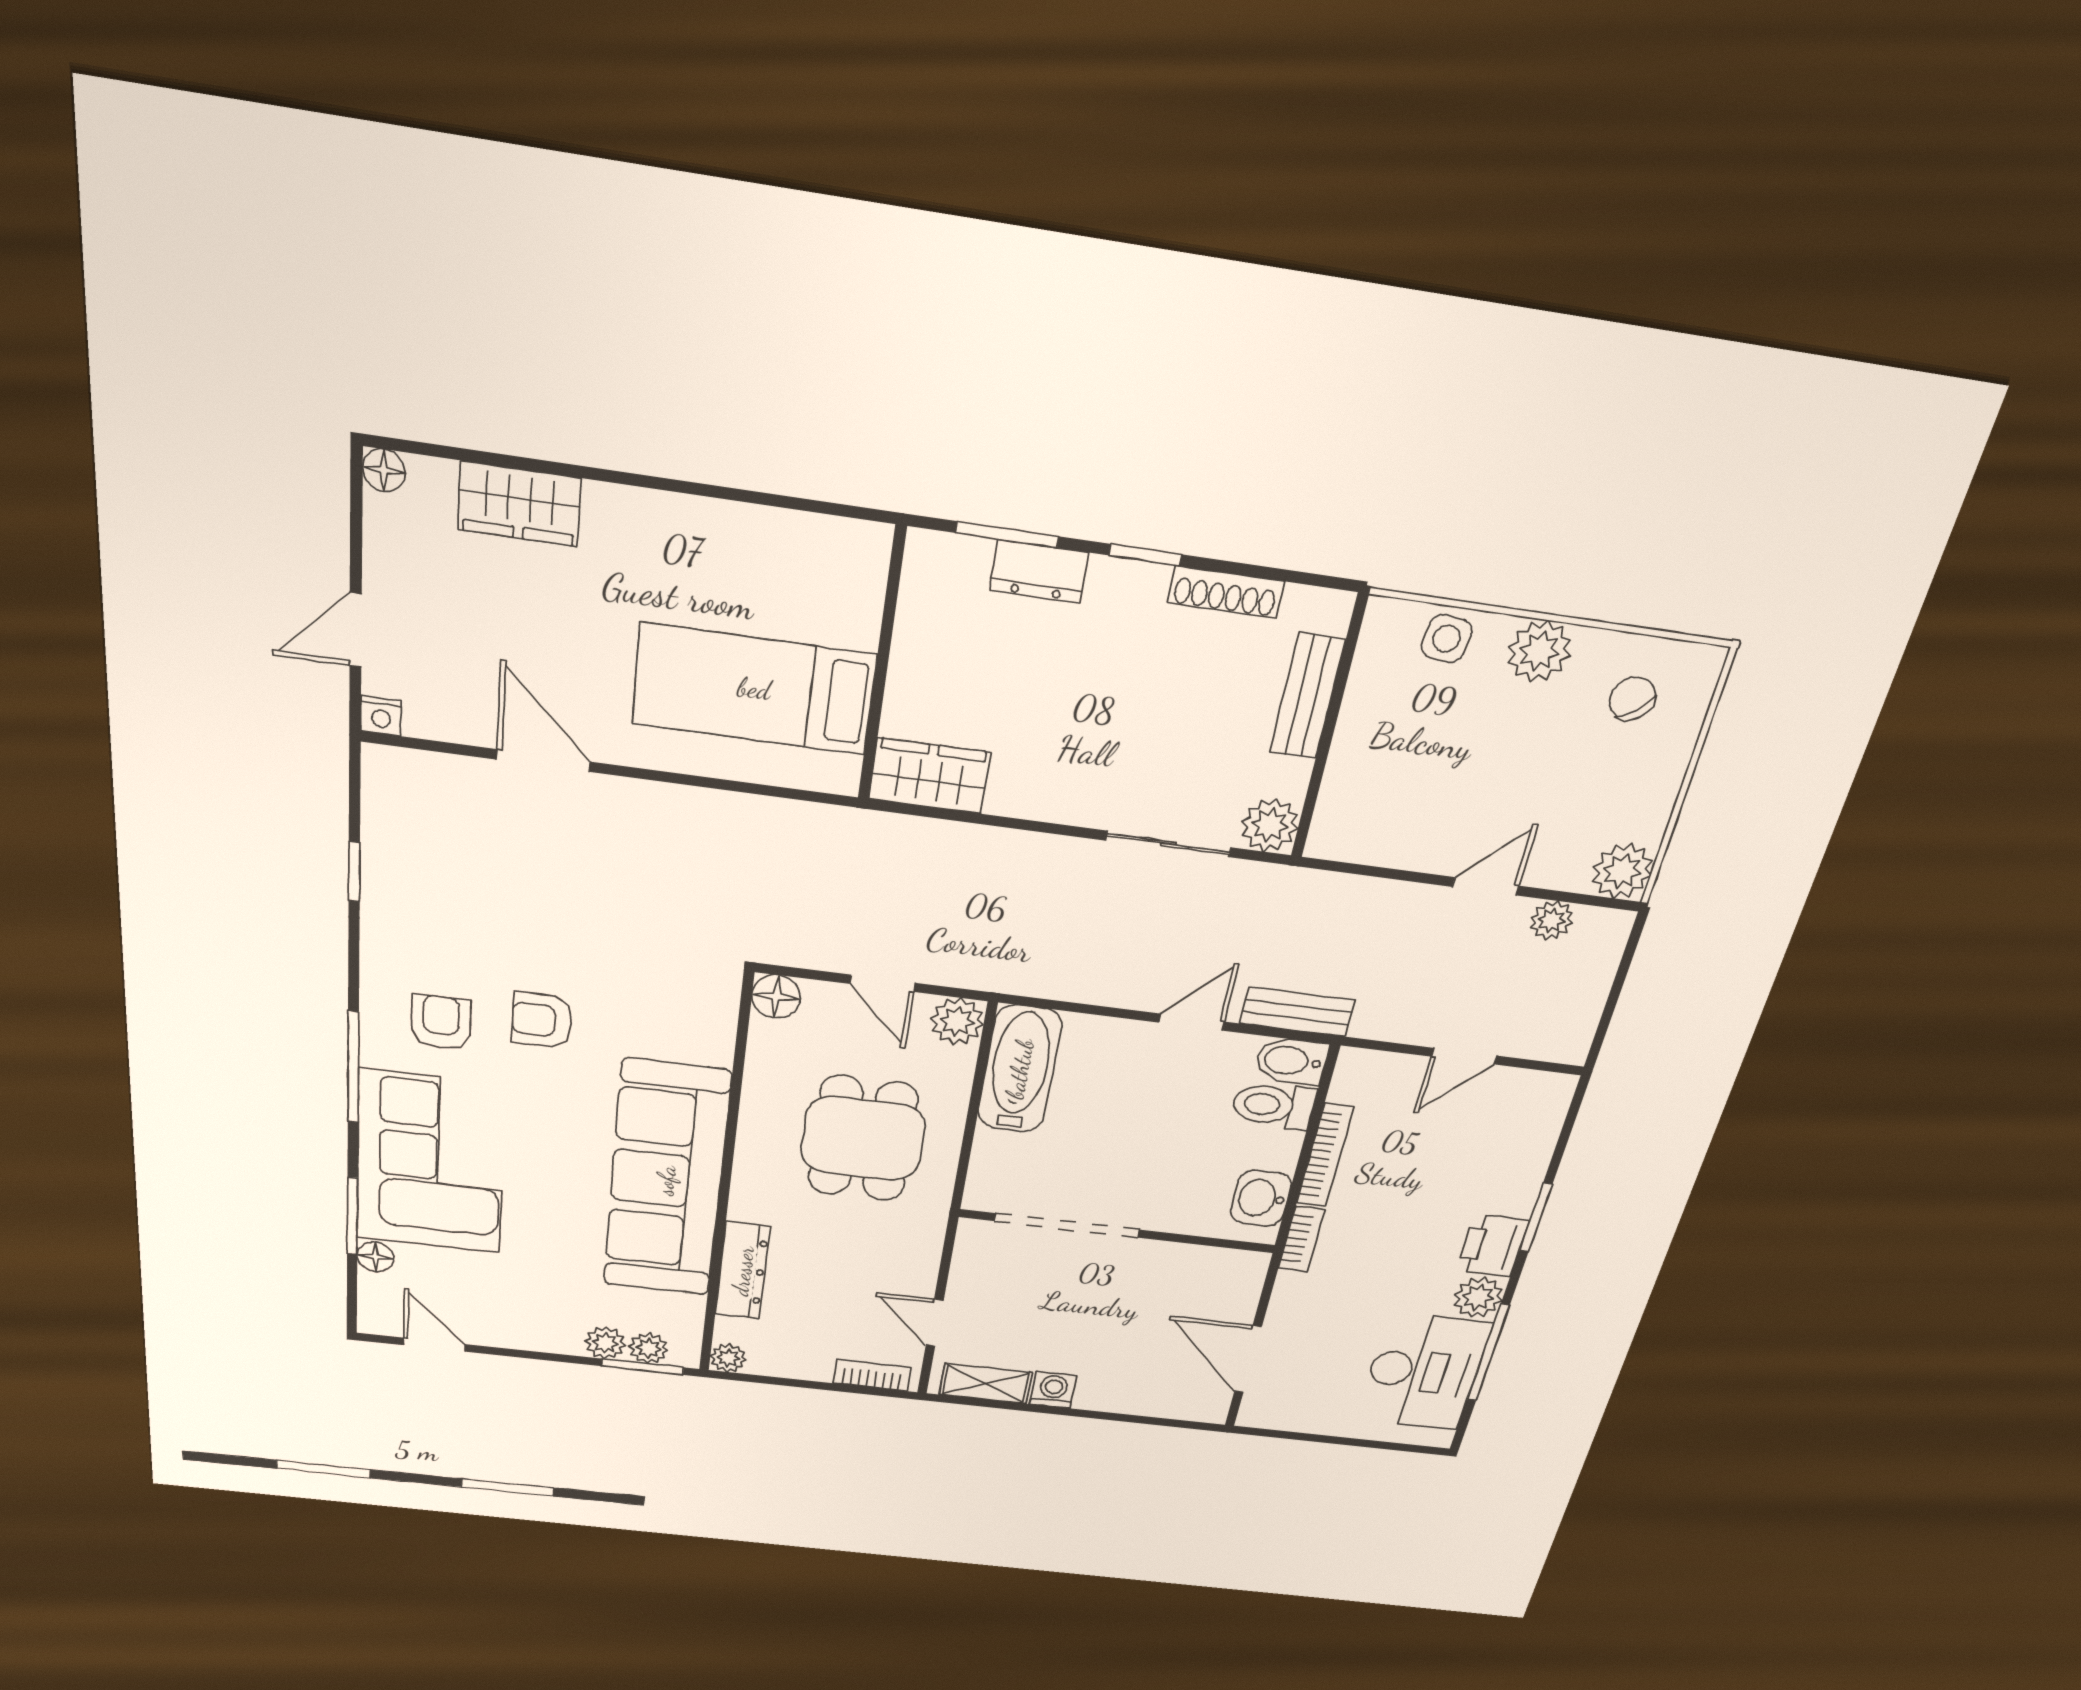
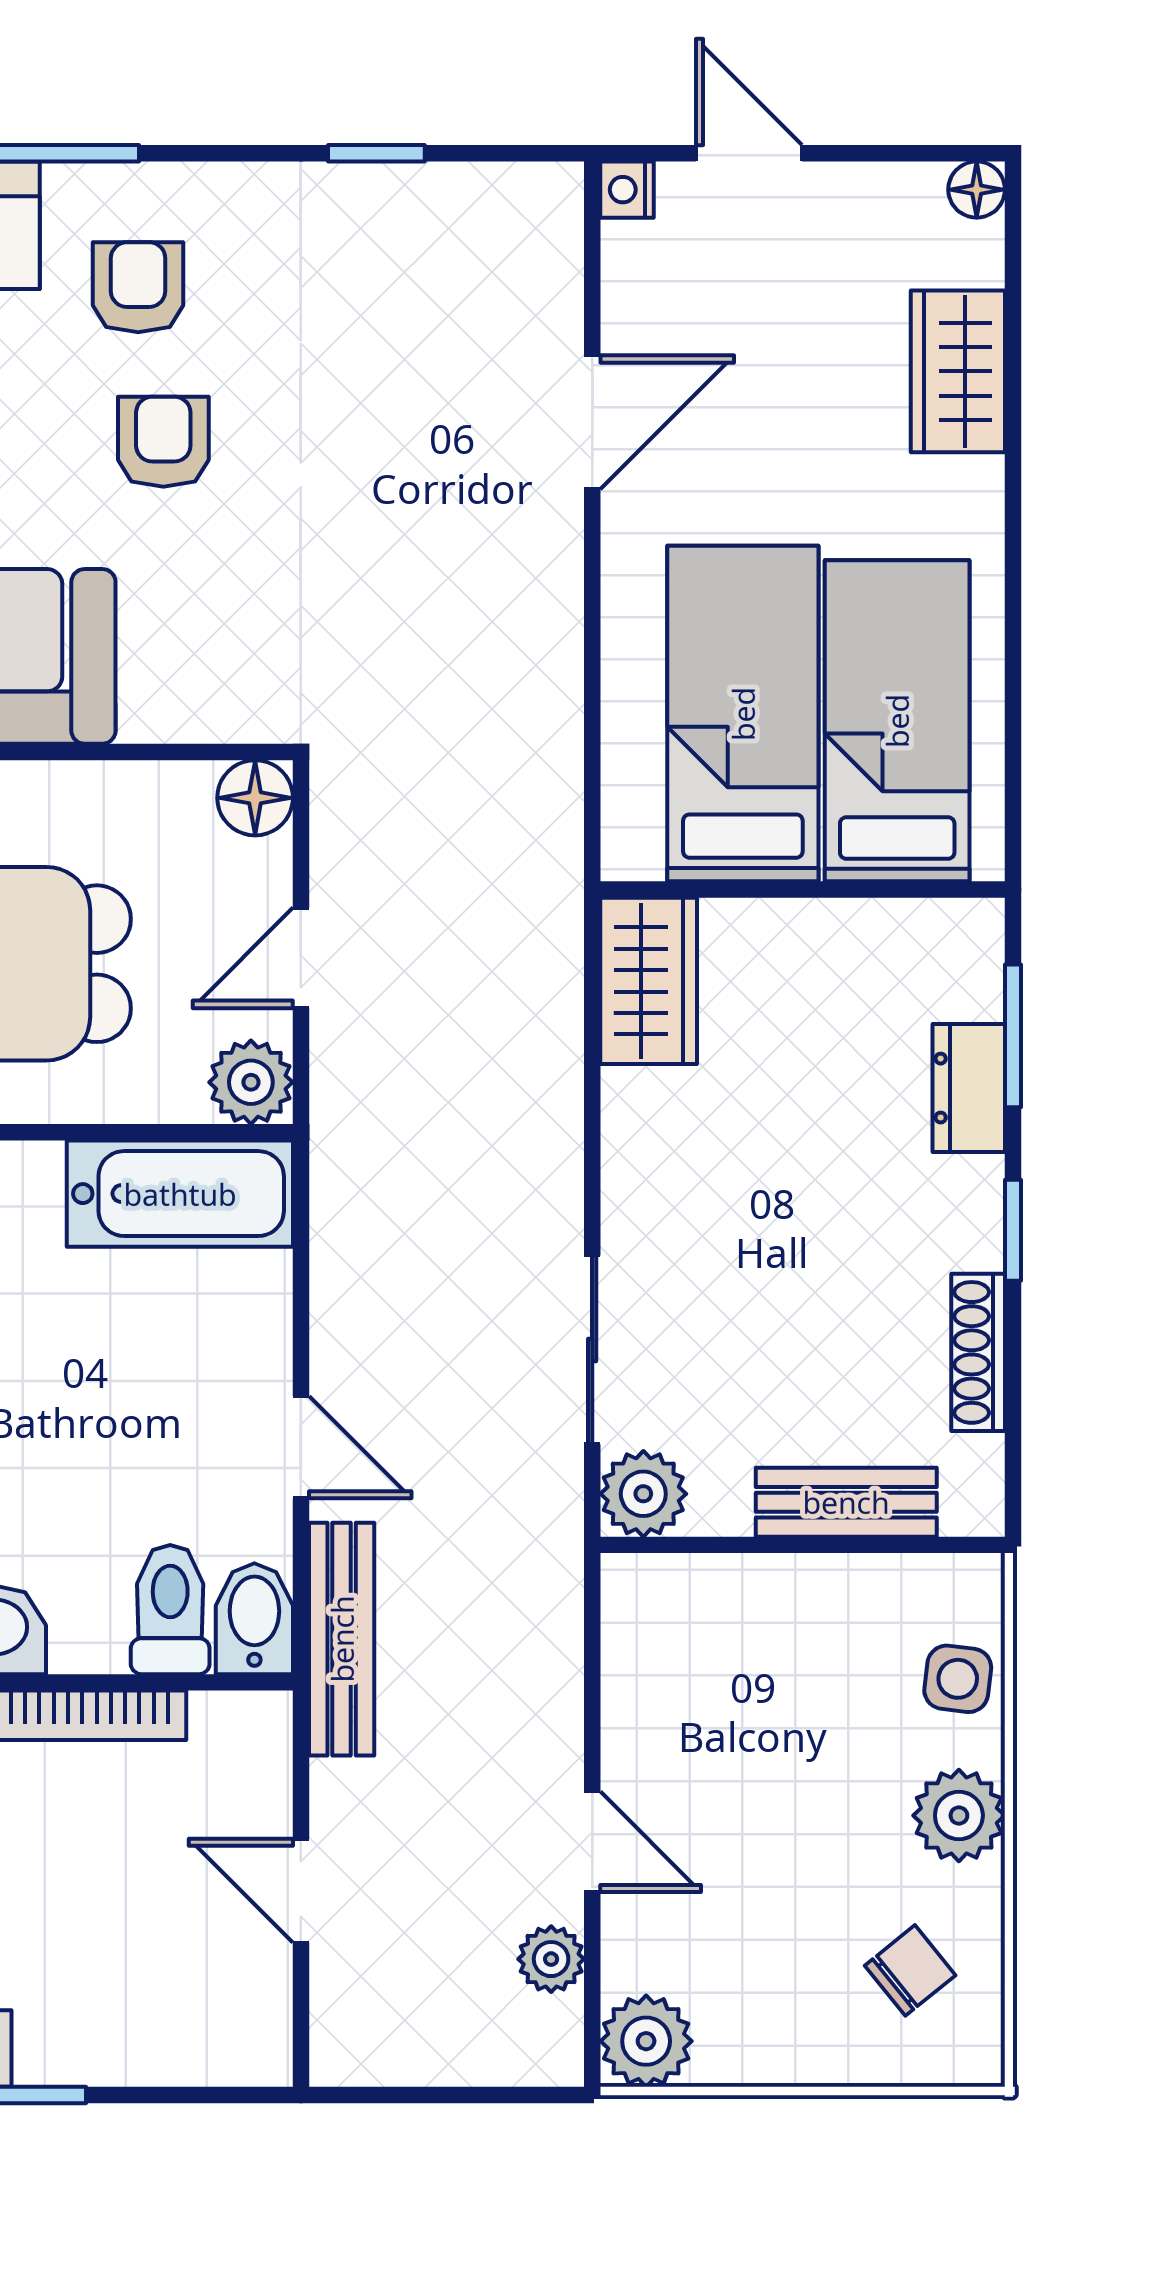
bed: (770, 584) -> (897, 721), added
bench: (1297, 1012) -> (342, 1639), width x1.36
armchair: (441, 1022) -> (138, 287), turned -90

